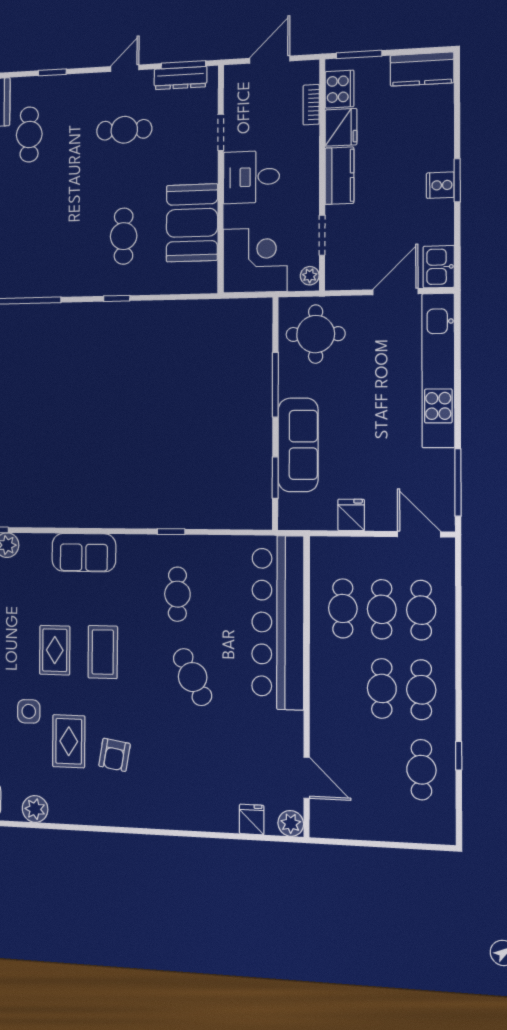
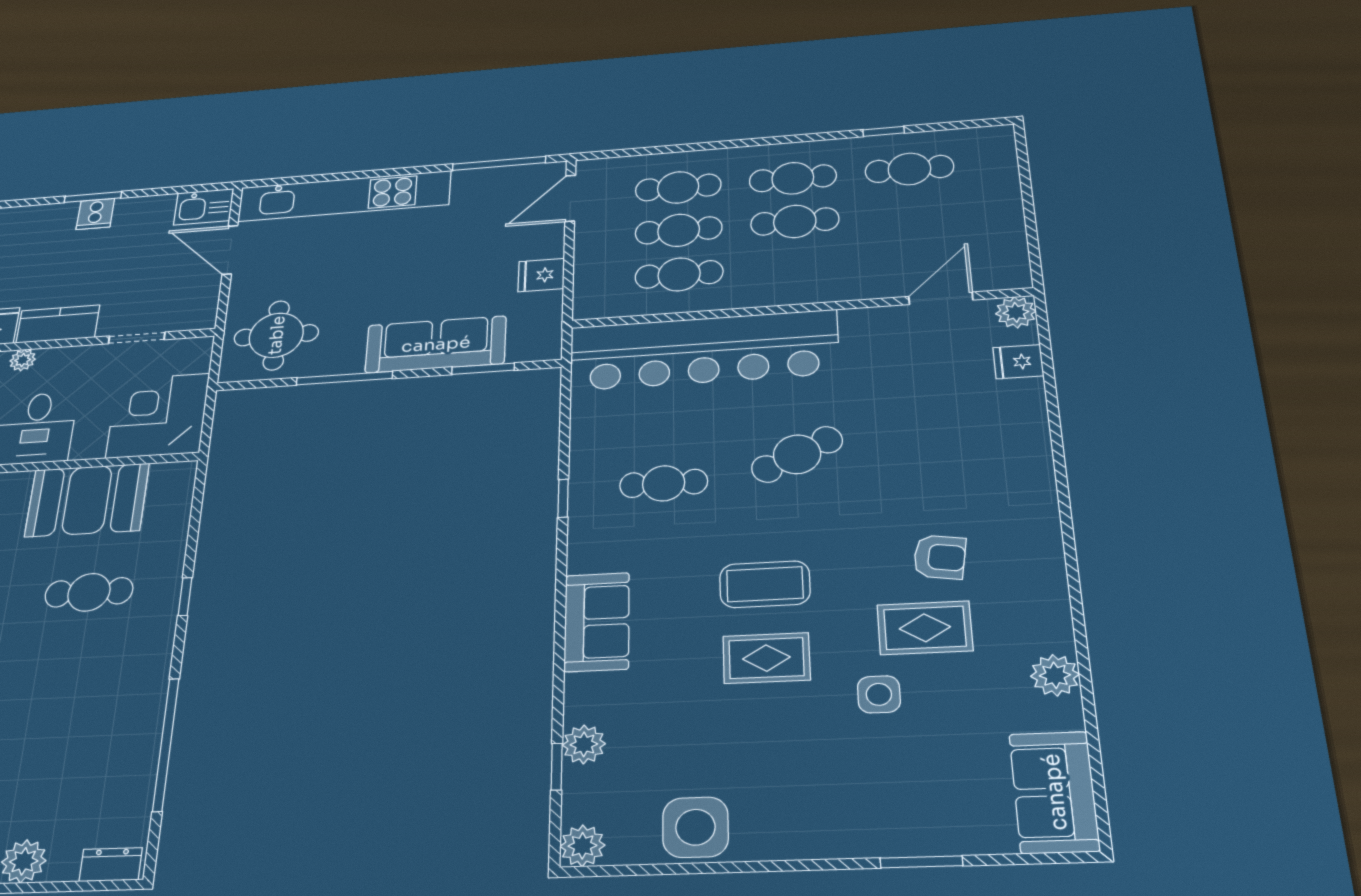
plant: (310, 276) -> (23, 360), moved

